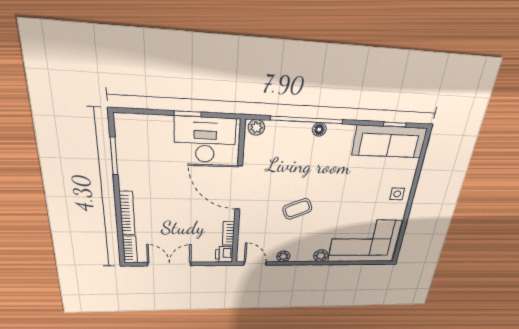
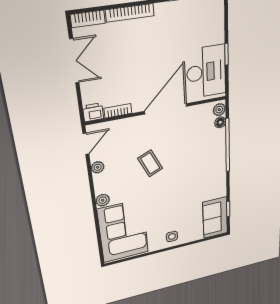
floor lamp: (319, 129) -> (220, 122), moved
sofa: (390, 142) -> (215, 218), width x0.73

